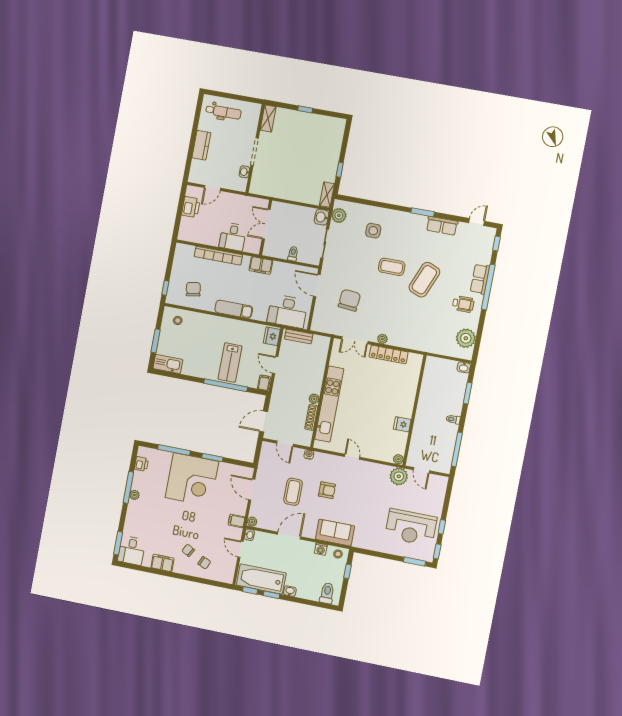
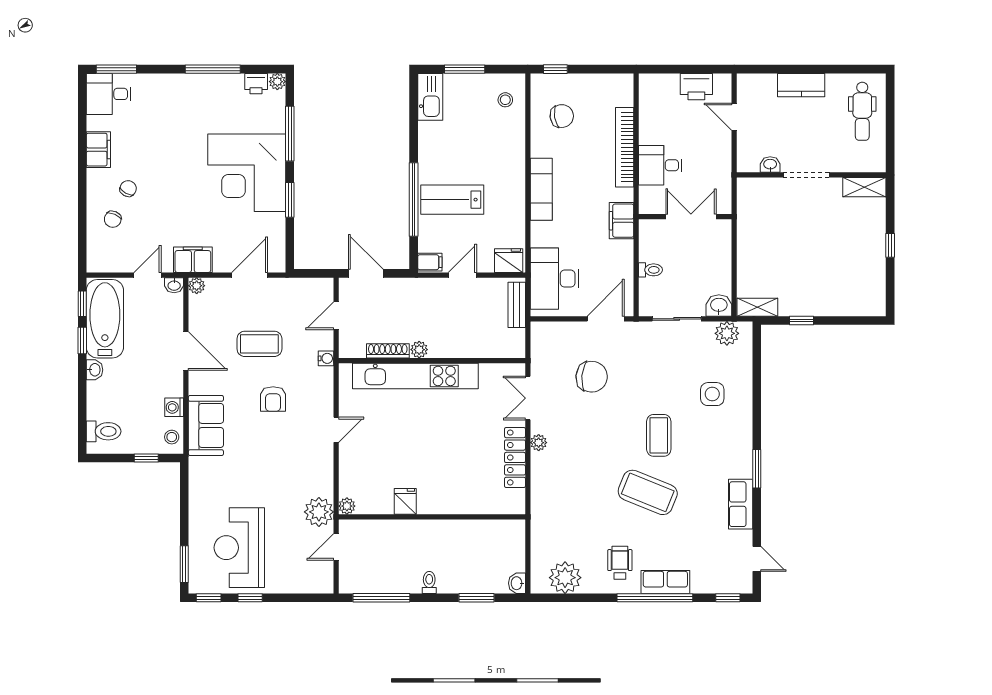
wheelchair: (463, 304) -> (620, 563), turned 180
plant: (134, 495) -> (277, 82), moved
filing cabinet: (237, 521) -> (193, 260), width x2.00

